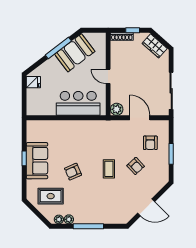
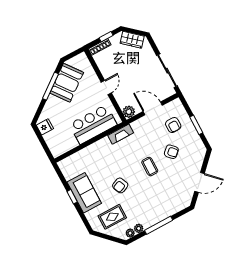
door: (108, 76) -> (106, 88), swing flipped
fireplace: (98, 125) -> (121, 134), added

